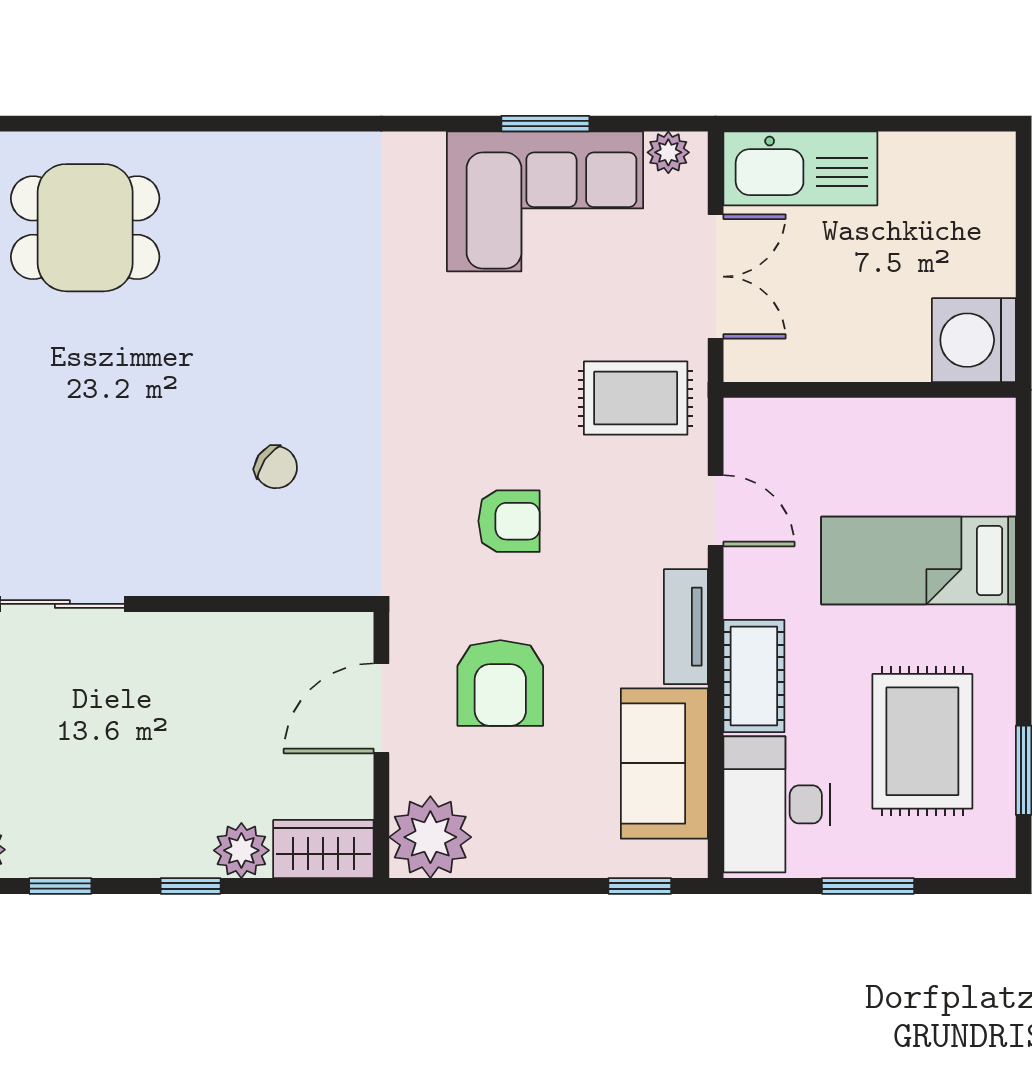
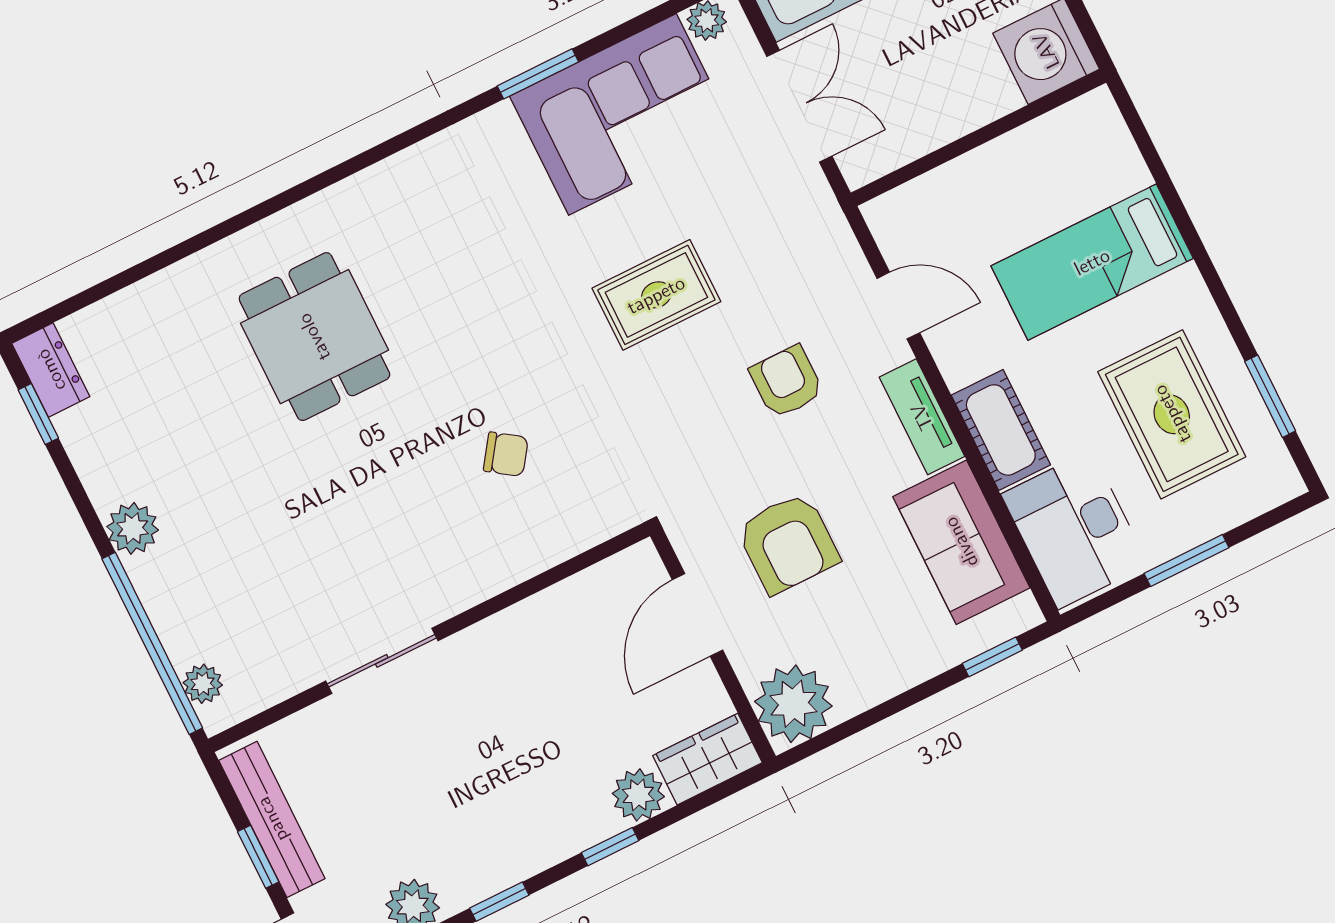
window: (545, 124) -> (538, 74), moved
dining table: (85, 228) -> (314, 337), moved, turned 90
rug: (636, 398) -> (656, 295), moved
armchair: (509, 521) -> (787, 382), moved, turned -90

